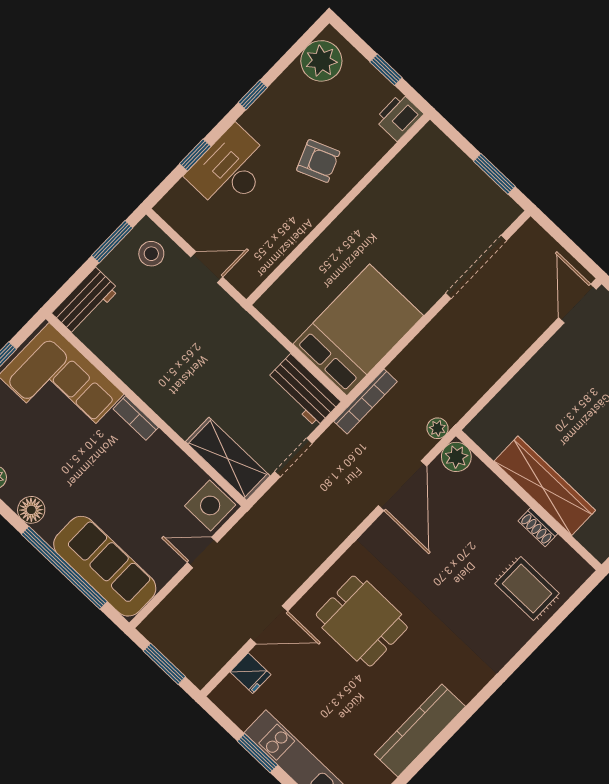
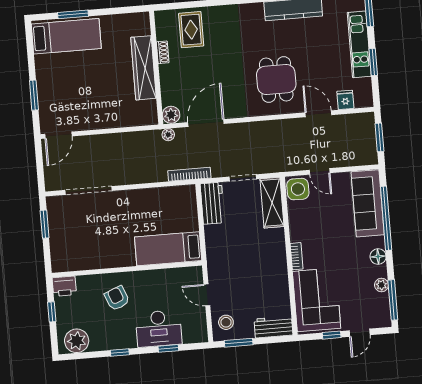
bed: (358, 330) -> (168, 249), moved, width x0.67

